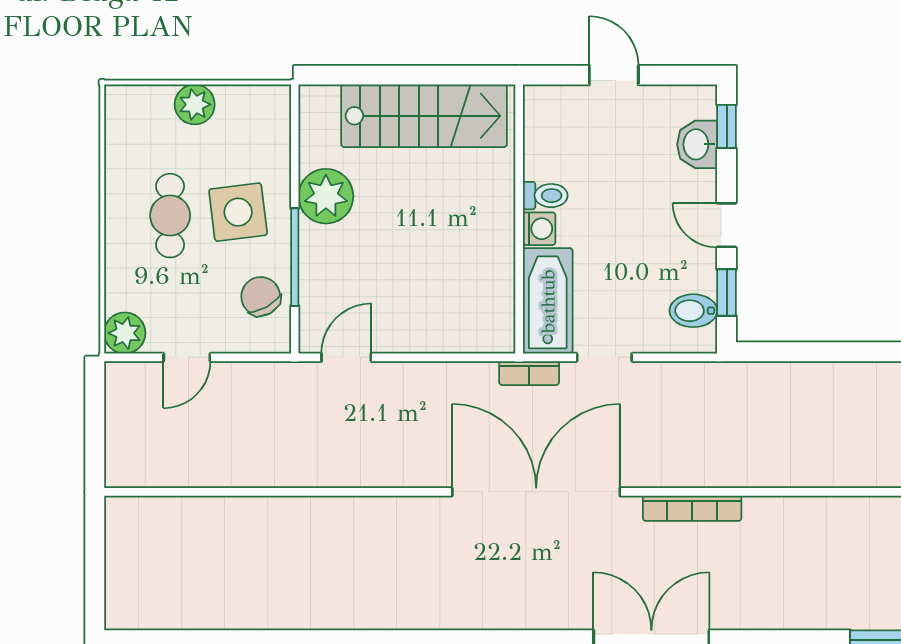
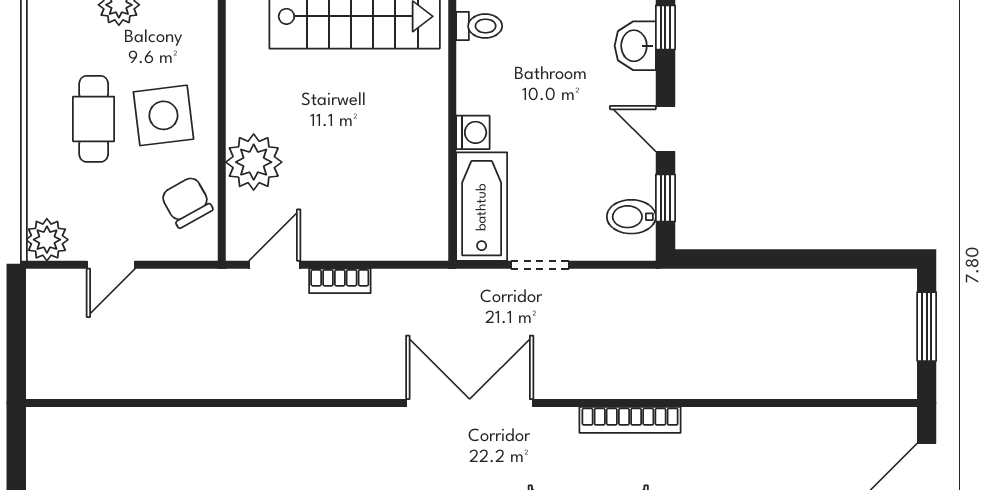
plant: (326, 196) -> (254, 162), moved
toilet: (545, 196) -> (479, 26), moved
window: (295, 257) -> (222, 162), removed
bookcase: (529, 373) -> (340, 281), moved
double door: (536, 492) -> (470, 403), width x0.73

